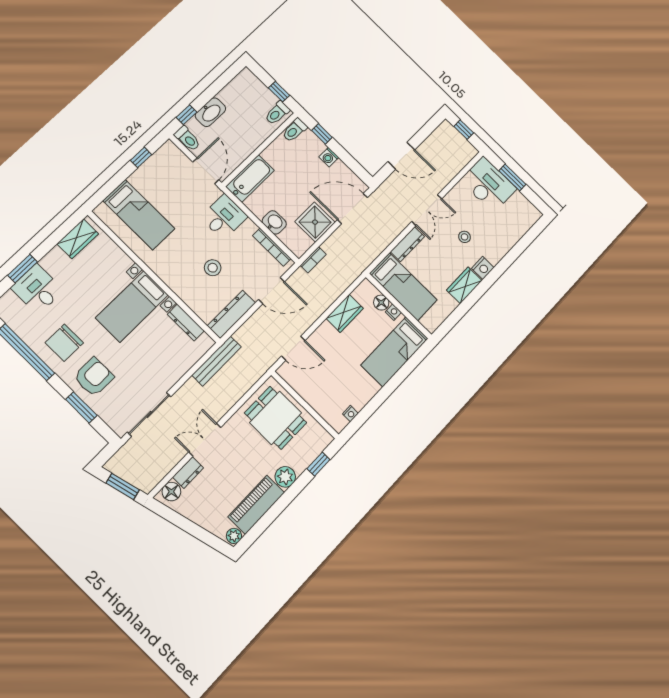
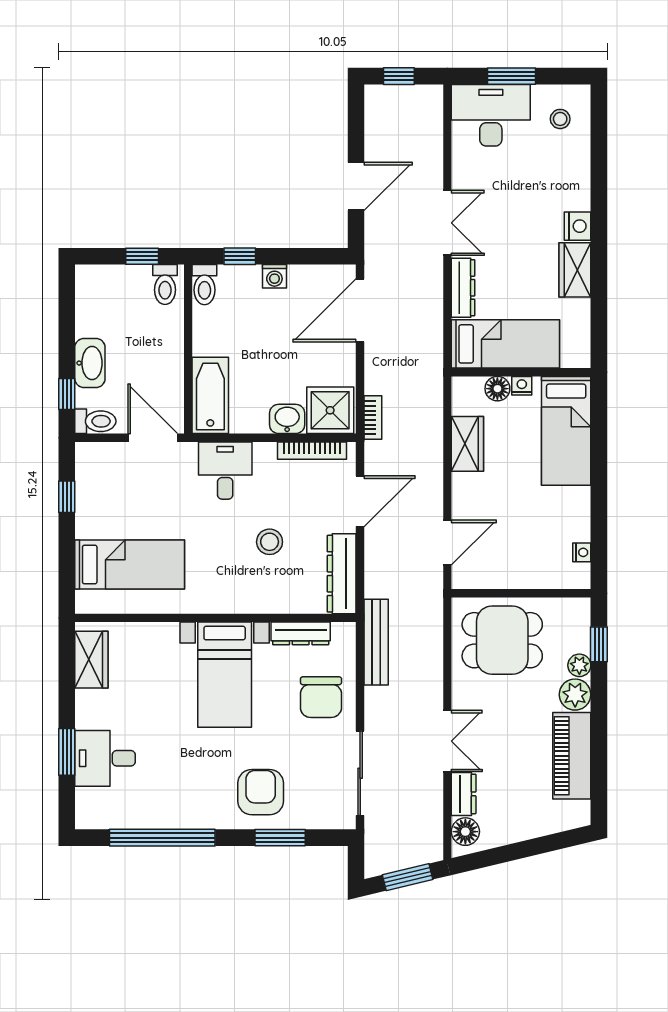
shower: (315, 222) -> (330, 410), moved
stool: (465, 237) -> (560, 119), moved
chair: (64, 343) -> (321, 697), moved
double door: (205, 440) -> (447, 741), swing flipped
plant: (234, 536) -> (579, 665), moved

